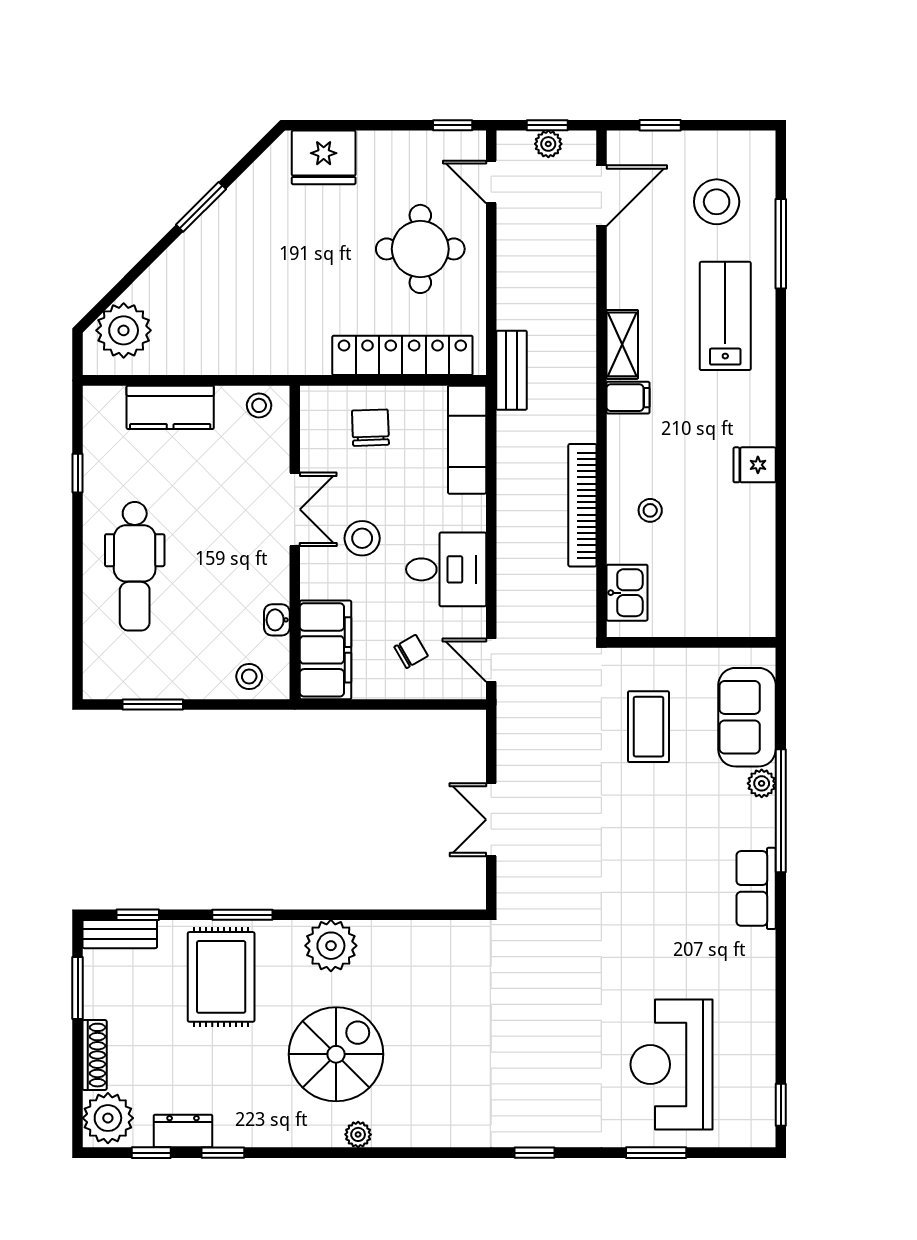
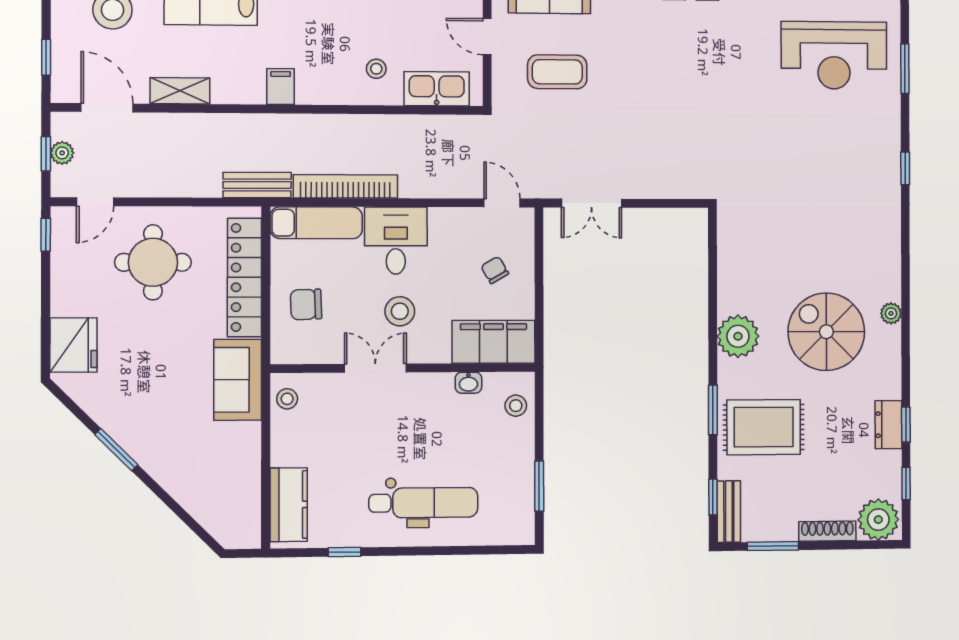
plant: (124, 330) -> (223, 515), removed
shelving: (622, 344) -> (180, 91), moved
sofa: (282, 348) -> (238, 380), added
kitchen counter: (170, 407) -> (289, 505), moved
bookcase: (582, 505) -> (345, 186), moved, turned 180
desk: (446, 569) -> (396, 241), moved
kitchen sink: (627, 593) -> (437, 89), width x1.38
door: (690, 642) -> (487, 37), added
door: (491, 660) -> (502, 203), swing flipped
double door: (491, 820) -> (591, 203), moved
dresser: (183, 1131) -> (888, 425), moved

